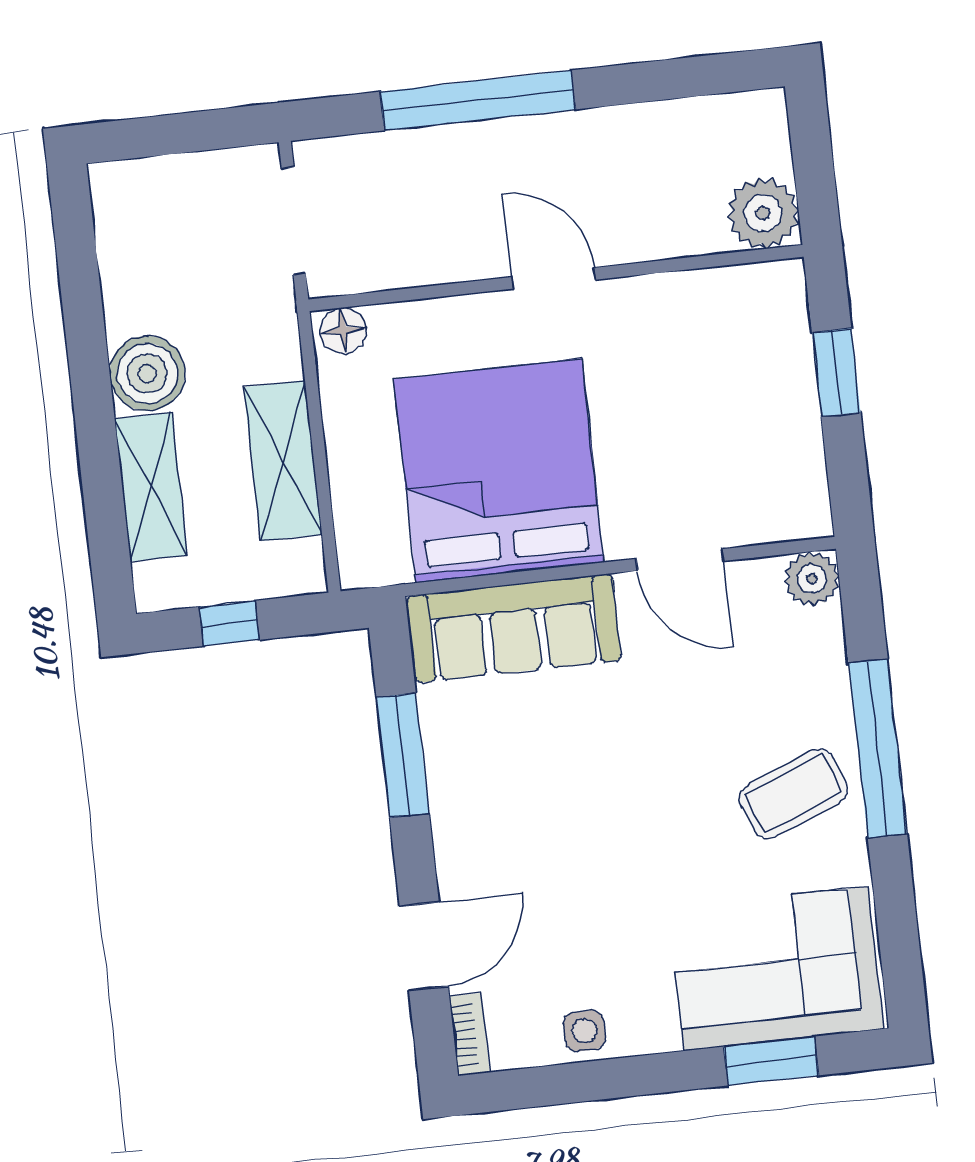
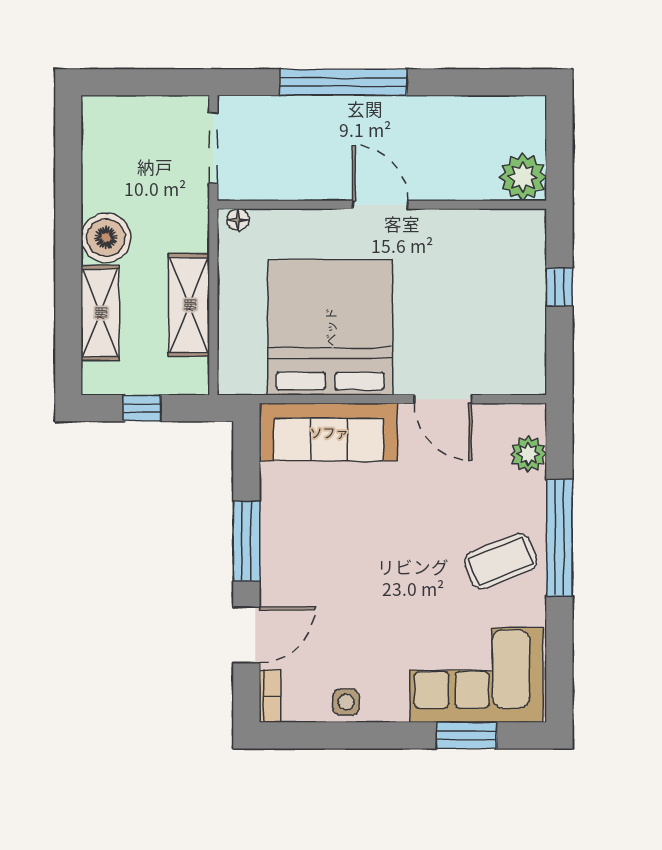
floor lamp: (343, 330) -> (238, 220), width x0.73, depth x0.73
window: (836, 372) -> (559, 287), width x0.67
plant: (812, 579) -> (528, 454), moved
window: (403, 755) -> (246, 541), moved

